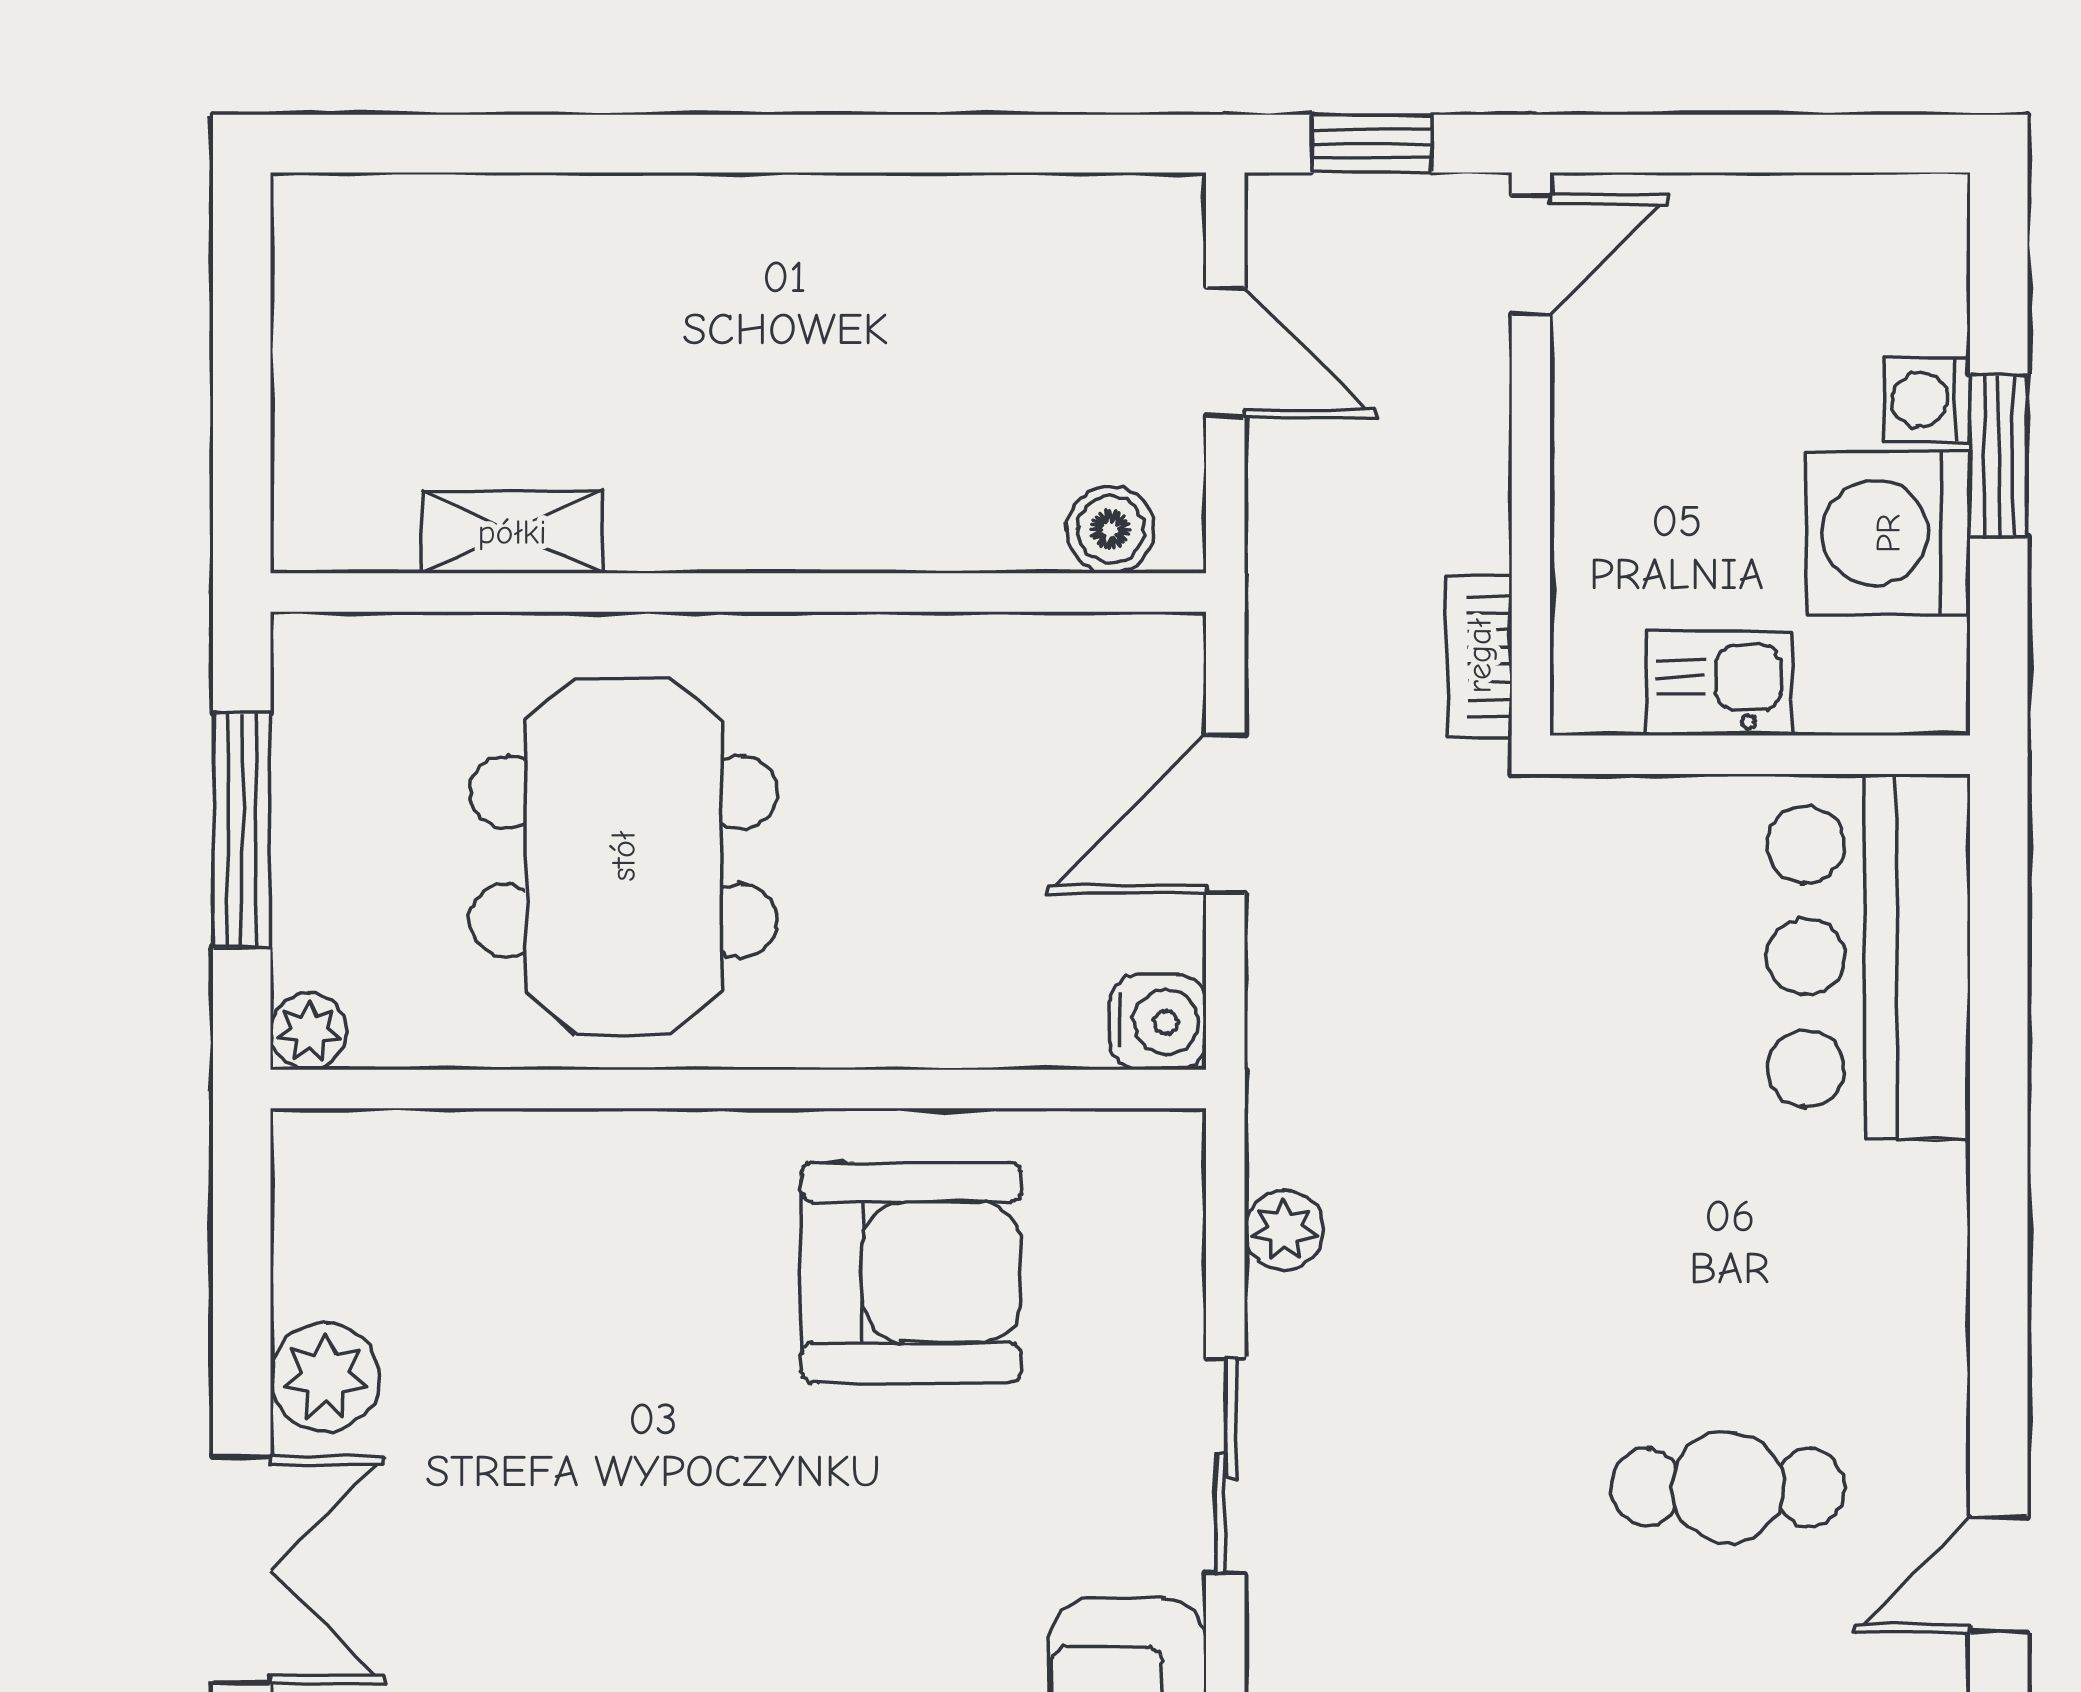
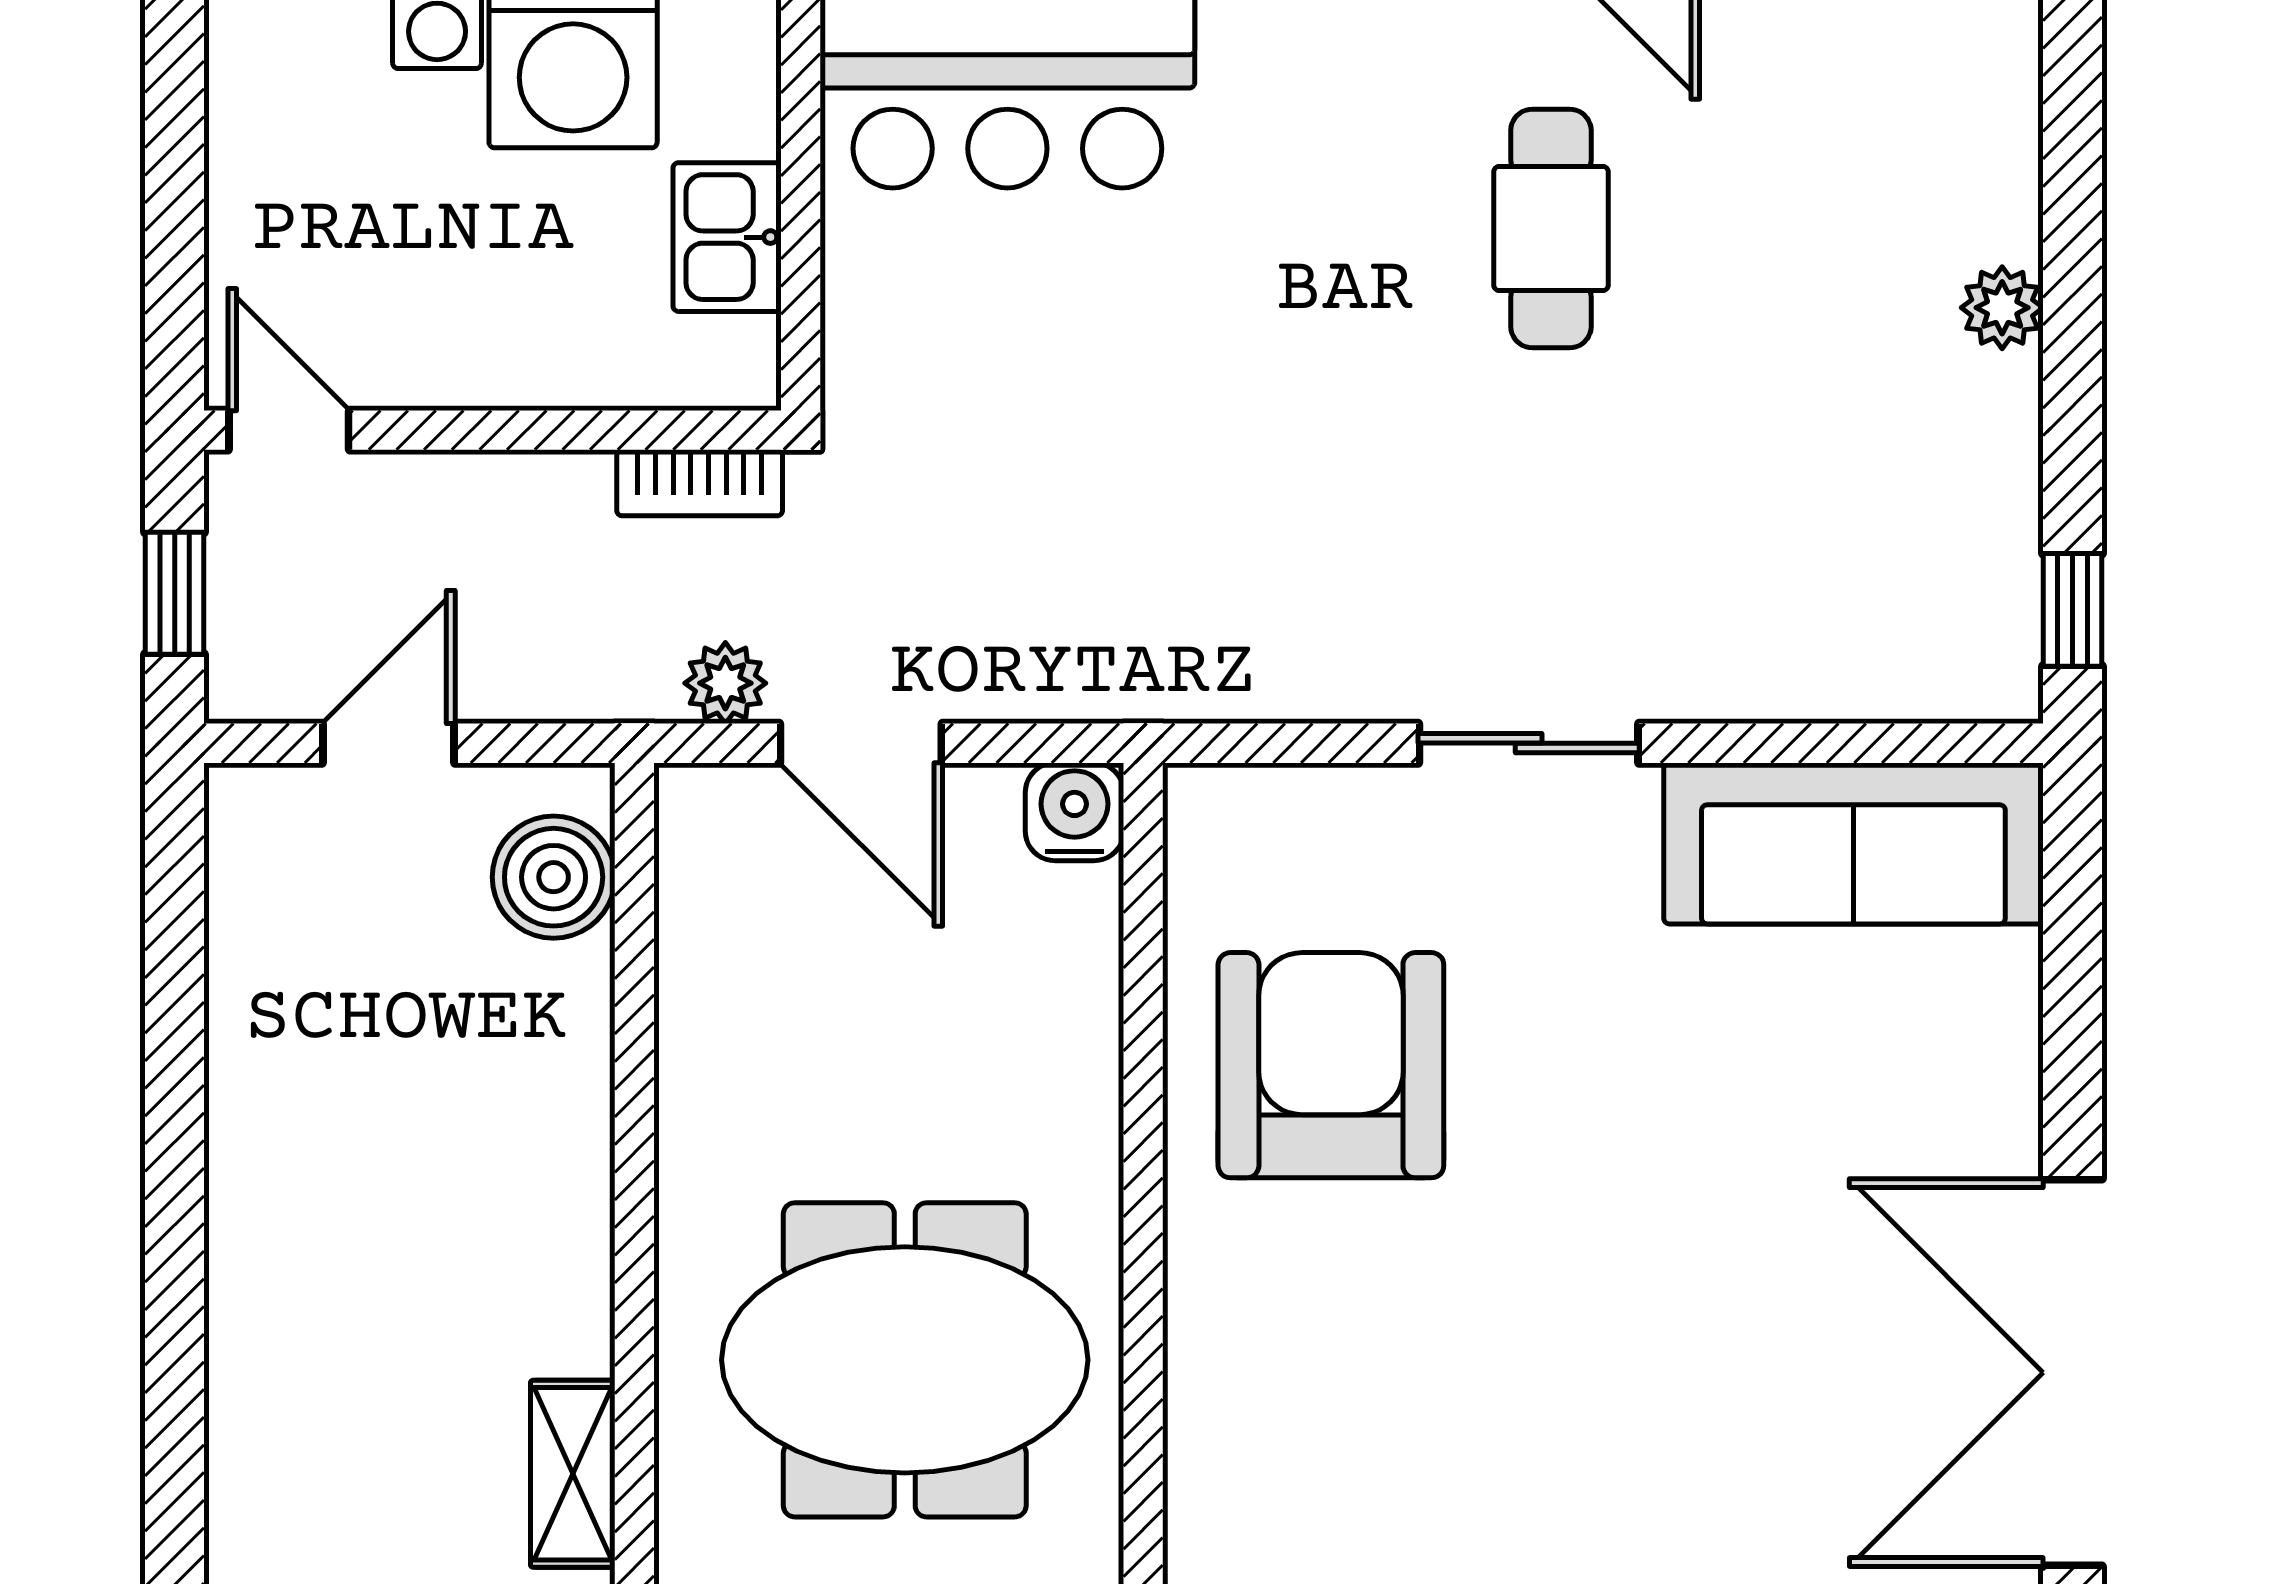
boiler: (1110, 530) -> (554, 877), width x1.36, depth x1.36
plant: (1284, 1230) -> (725, 683), moved

